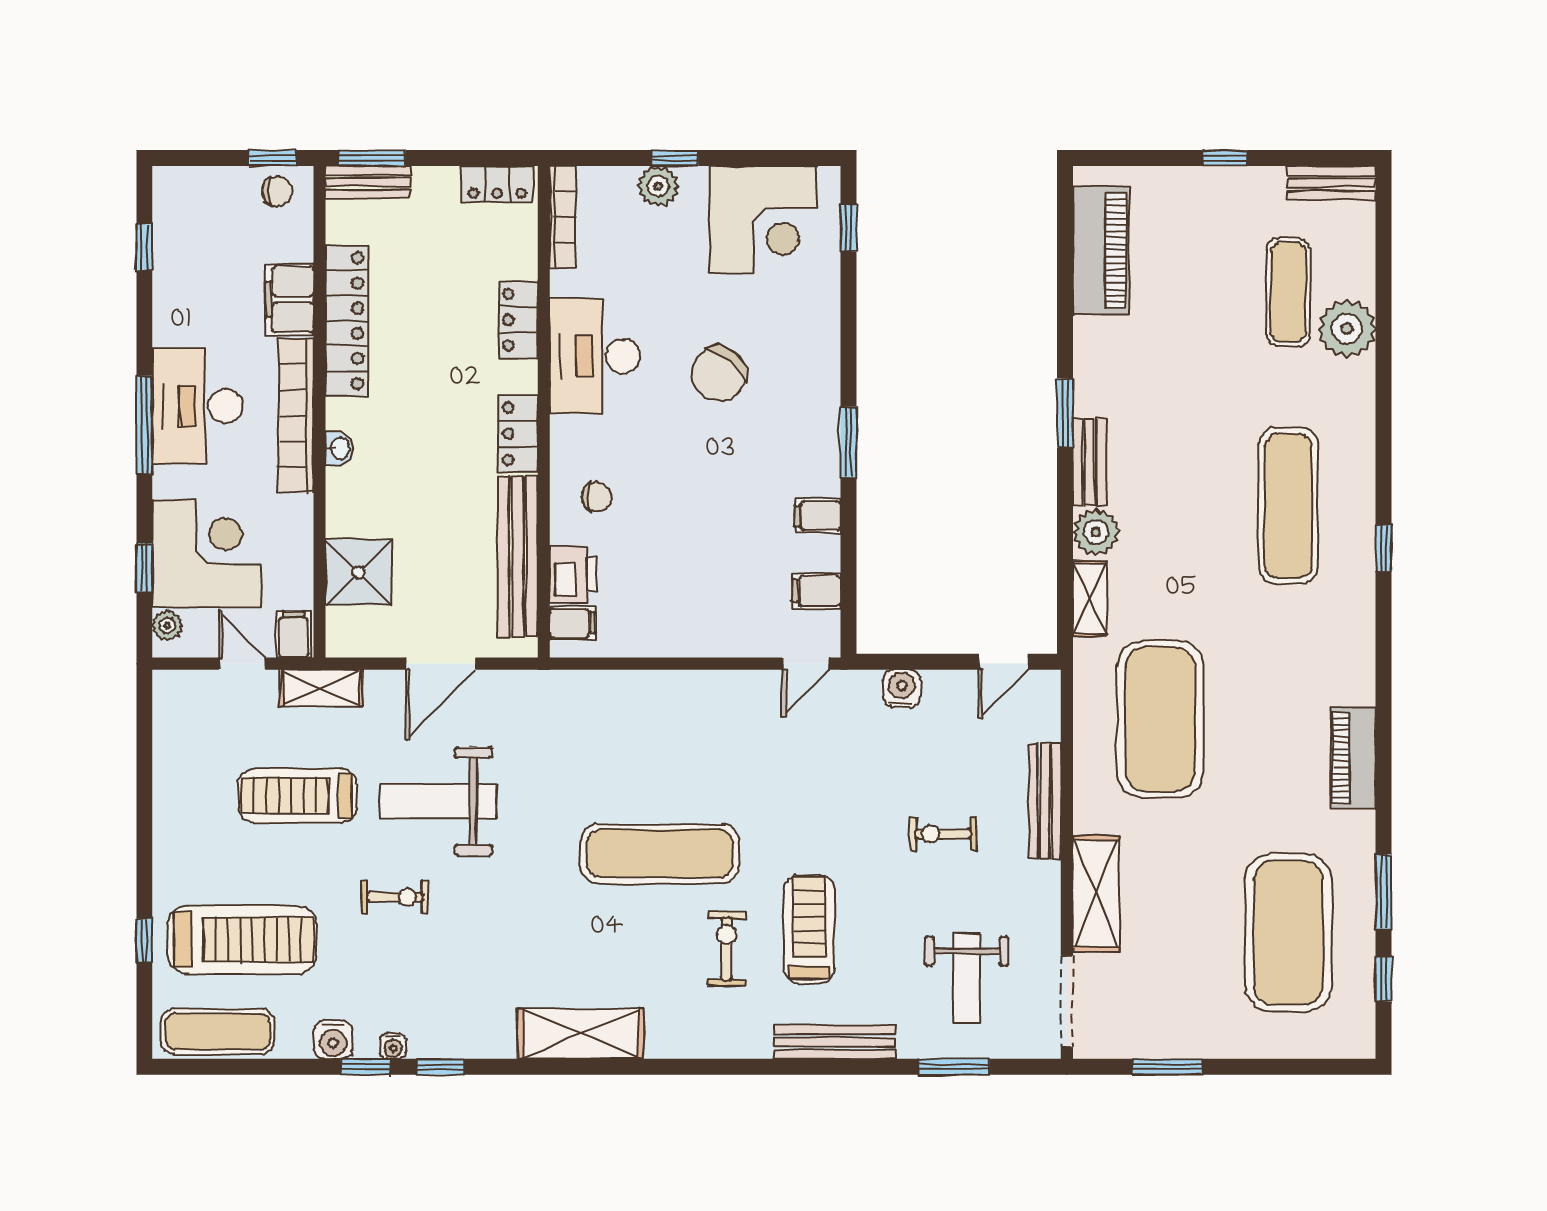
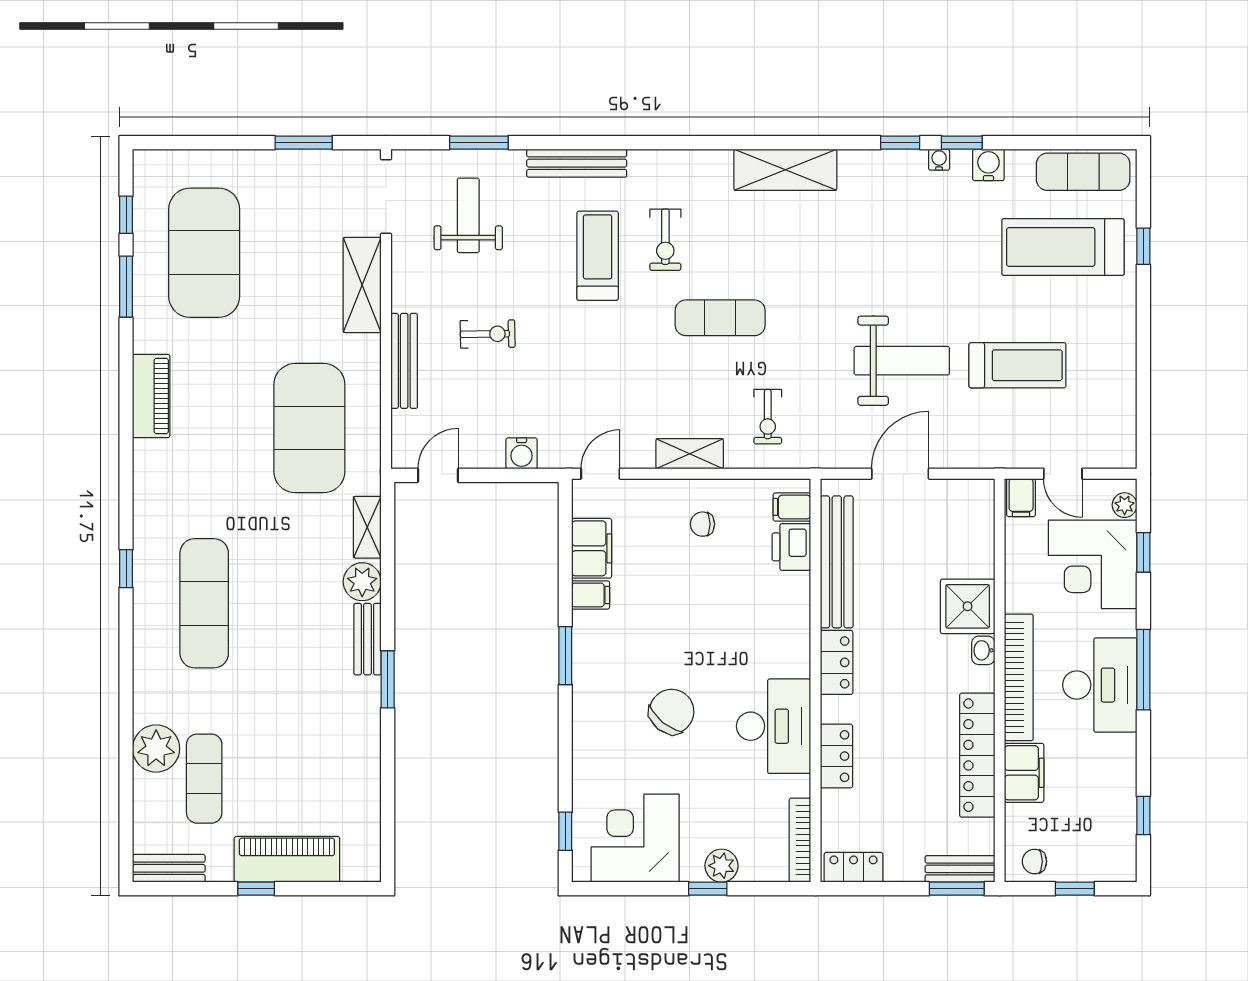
window: (272, 158) -> (1075, 889), moved
piano: (1101, 251) -> (287, 859), moved, turned 90
chair: (597, 497) -> (702, 524), moved
shower: (358, 572) -> (968, 606), moved
filing cabinet: (816, 591) -> (592, 548), width x2.00
shelving: (321, 688) -> (690, 454), moved
exercise mat: (660, 854) -> (720, 318), width x0.73, depth x0.69
exercise bike: (395, 897) -> (768, 417), moved, turned -90
treadmill: (809, 929) -> (598, 256), turned 180

